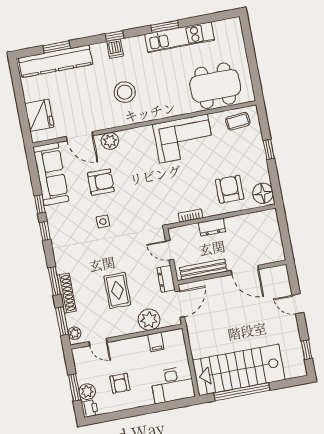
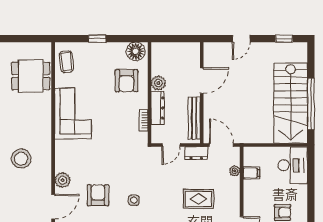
dining table: (215, 86) -> (31, 76), width x0.73
armchair: (230, 189) -> (126, 81), turned -90
plant: (234, 224) -> (158, 83), added
dresser: (212, 227) -> (158, 108), width x1.44
plant: (149, 320) -> (235, 171), width x0.53, depth x0.53

